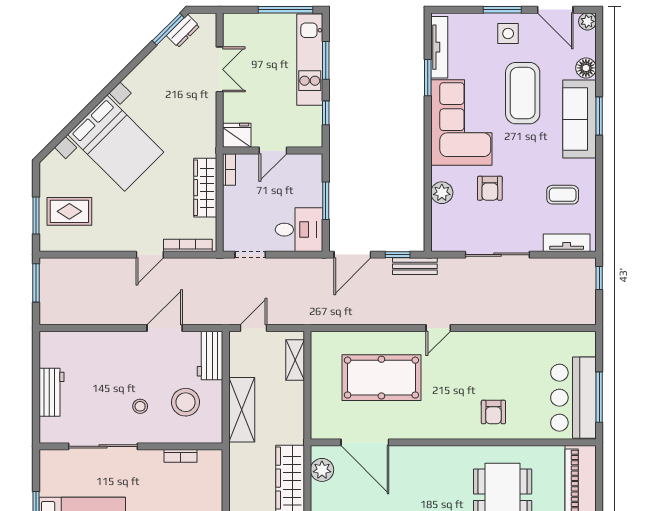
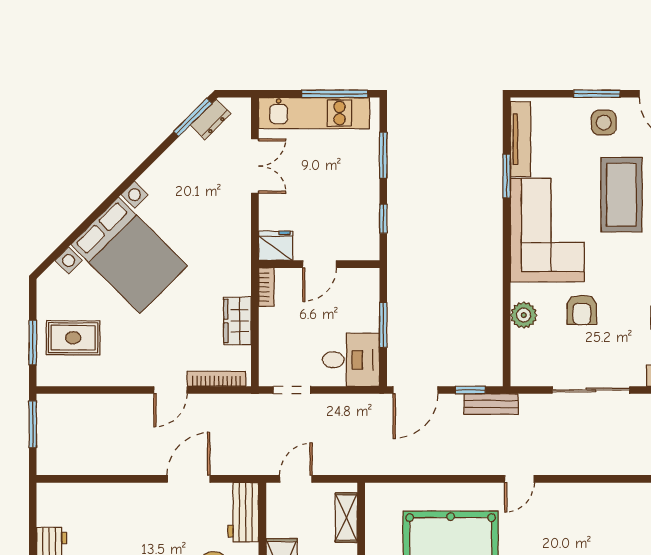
kitchen unit: (310, 60) -> (314, 113), moved, turned -90
wardrobe: (205, 188) -> (237, 321), width x0.67

